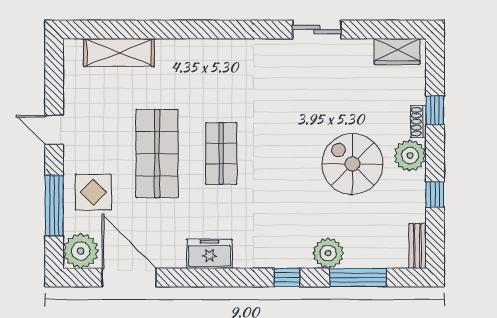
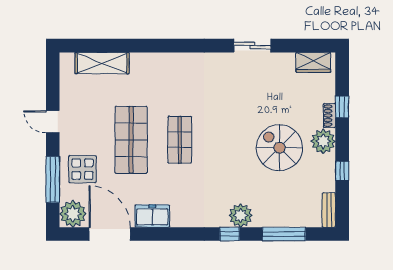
plant: (328, 253) -> (241, 215), moved
freezer: (209, 254) -> (152, 216), moved

